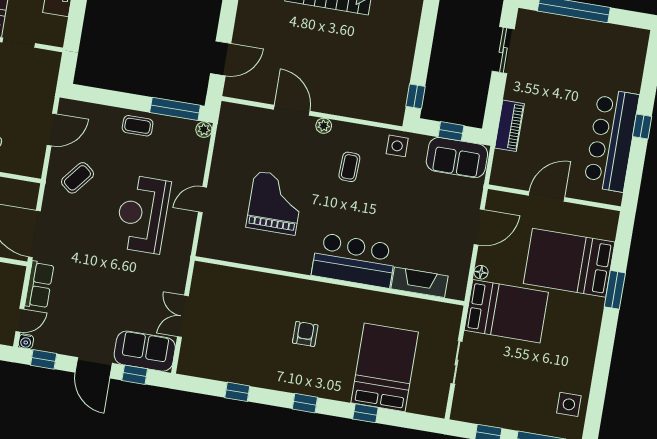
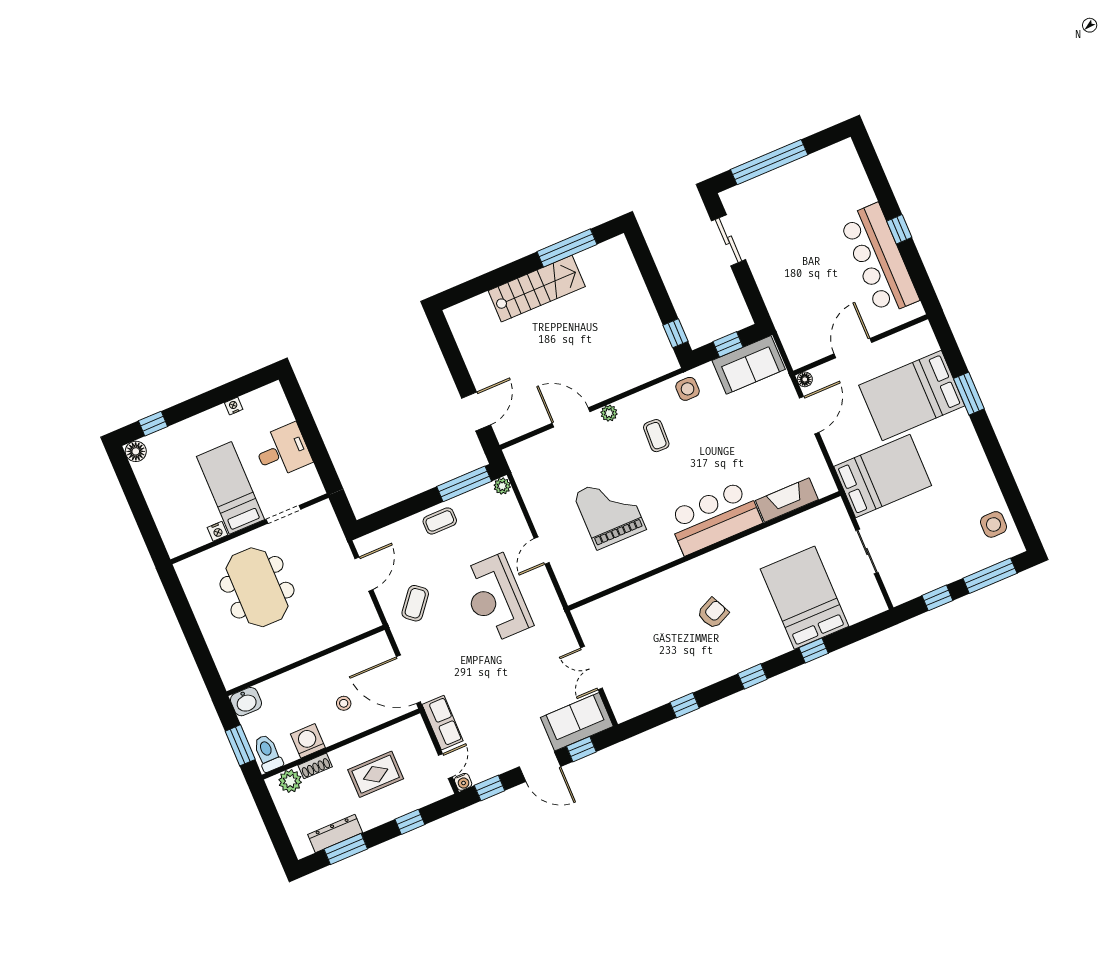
piano: (510, 126) -> (778, 305), removed
floor lamp: (481, 272) -> (805, 379), moved
armchair: (305, 334) -> (713, 613), turned 65

